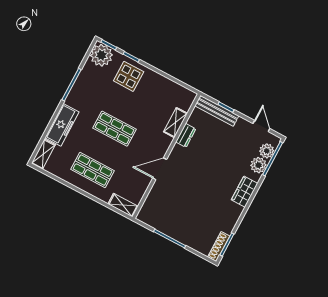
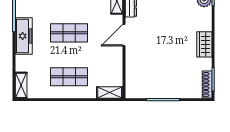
freezer: (62, 125) -> (24, 36), moved
door: (160, 169) -> (124, 35), moved
wardrobe: (245, 192) -> (204, 44), moved

